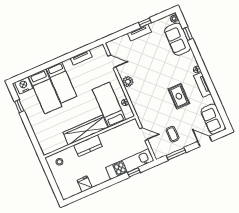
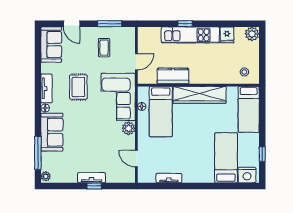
window: (145, 23) -> (94, 186), moved
window: (188, 34) -> (38, 153), width x2.17
sofa: (178, 39) -> (52, 132), moved
bed: (61, 83) -> (249, 109), moved, turned 180
corner sofa: (146, 102) -> (118, 97), added
door: (144, 134) -> (136, 62), swing flipped
kitchen counter: (88, 146) -> (173, 76), moved
kitchen unit: (130, 164) -> (190, 35), moved
window: (134, 172) -> (185, 24), moved
plant: (66, 193) -> (252, 34), added

